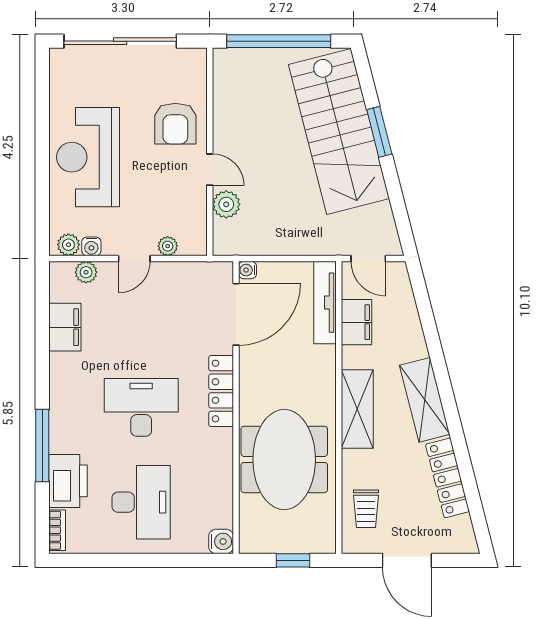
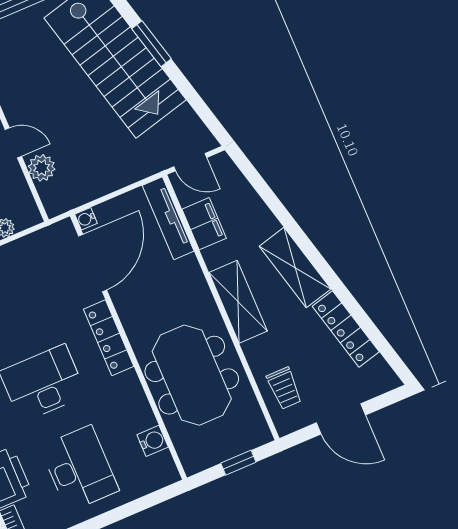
water cooler: (221, 541) -> (153, 441), moved

